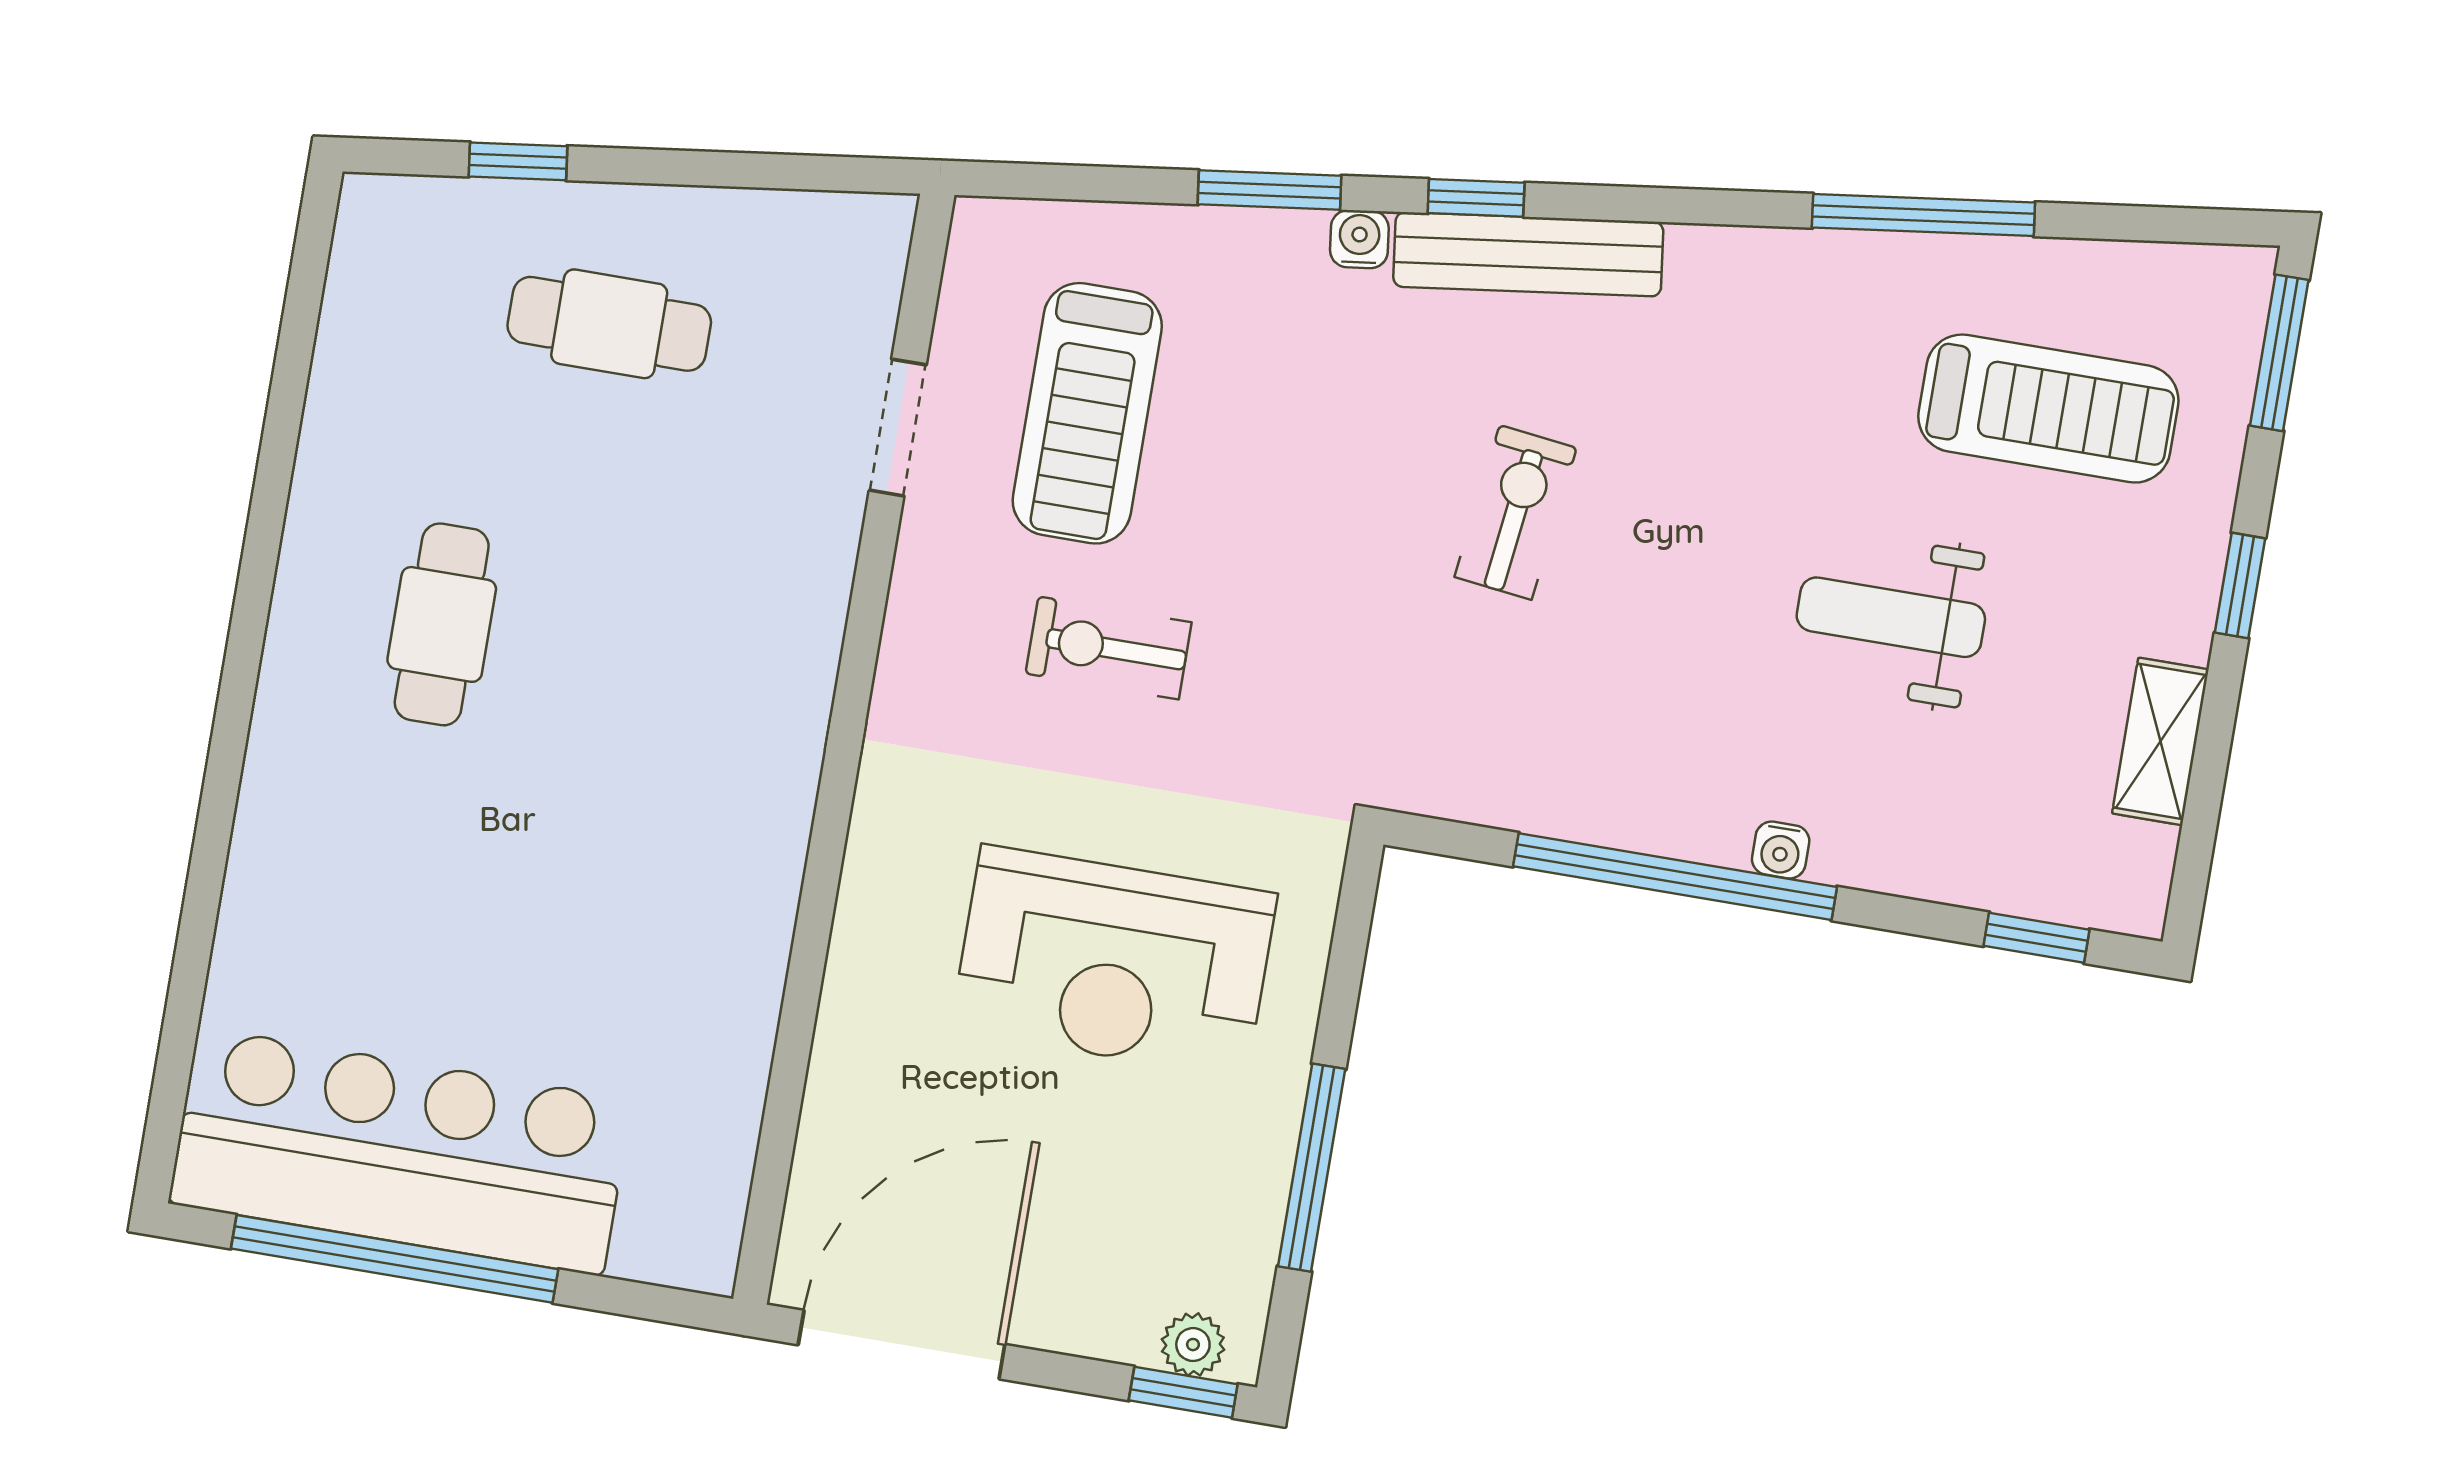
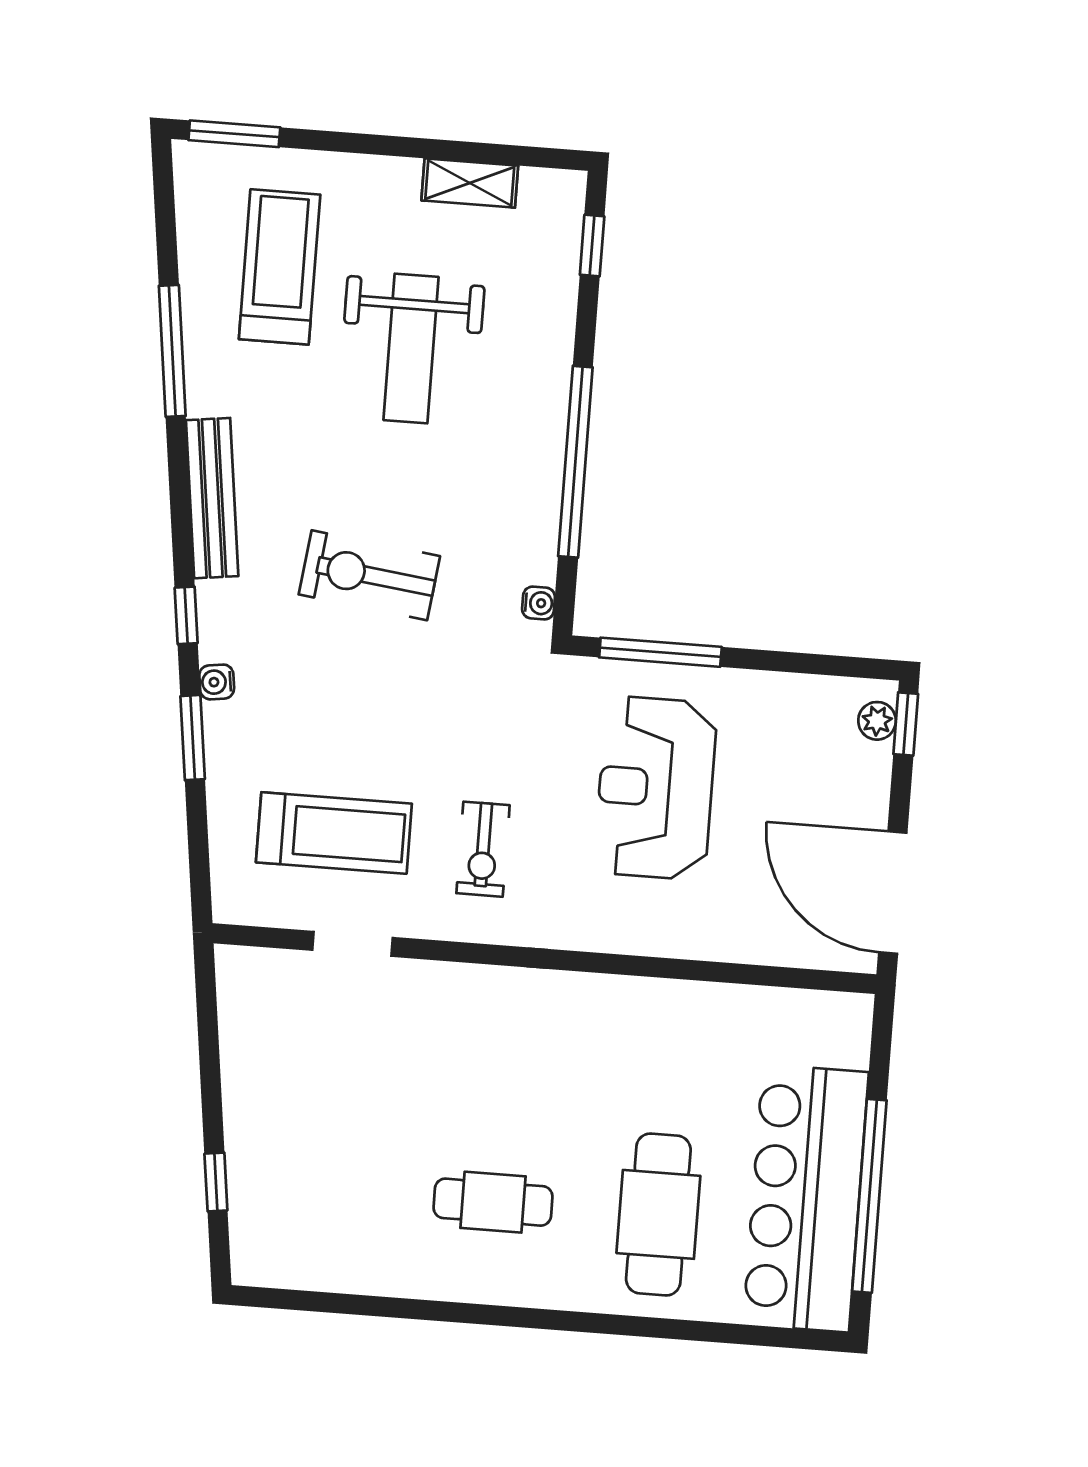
bench: (1528, 254) -> (212, 498), moved
cafe table: (609, 324) -> (658, 1214), moved, width x1.37, depth x1.35
exercise bike: (1516, 512) -> (369, 575), width x1.38, depth x1.39
window: (2240, 586) -> (374, 144), removed
weight bench: (1891, 617) -> (411, 349), width x1.36, depth x1.33
exercise bike: (1109, 648) -> (483, 849), moved
water cooler: (1781, 850) -> (539, 603), moved
reception desk: (1114, 962) -> (656, 788), turned 180
window: (1312, 1168) -> (660, 652), moved

